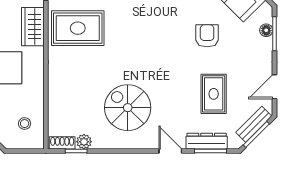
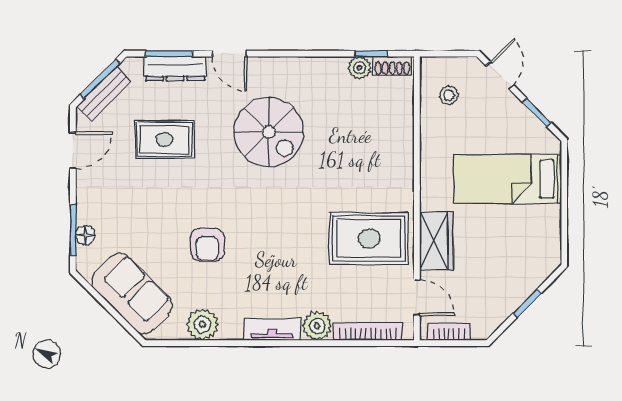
armchair: (207, 36) -> (207, 244), moved
rug: (214, 94) -> (164, 140), turned 90
spiral stairs: (128, 108) -> (269, 132), moved

